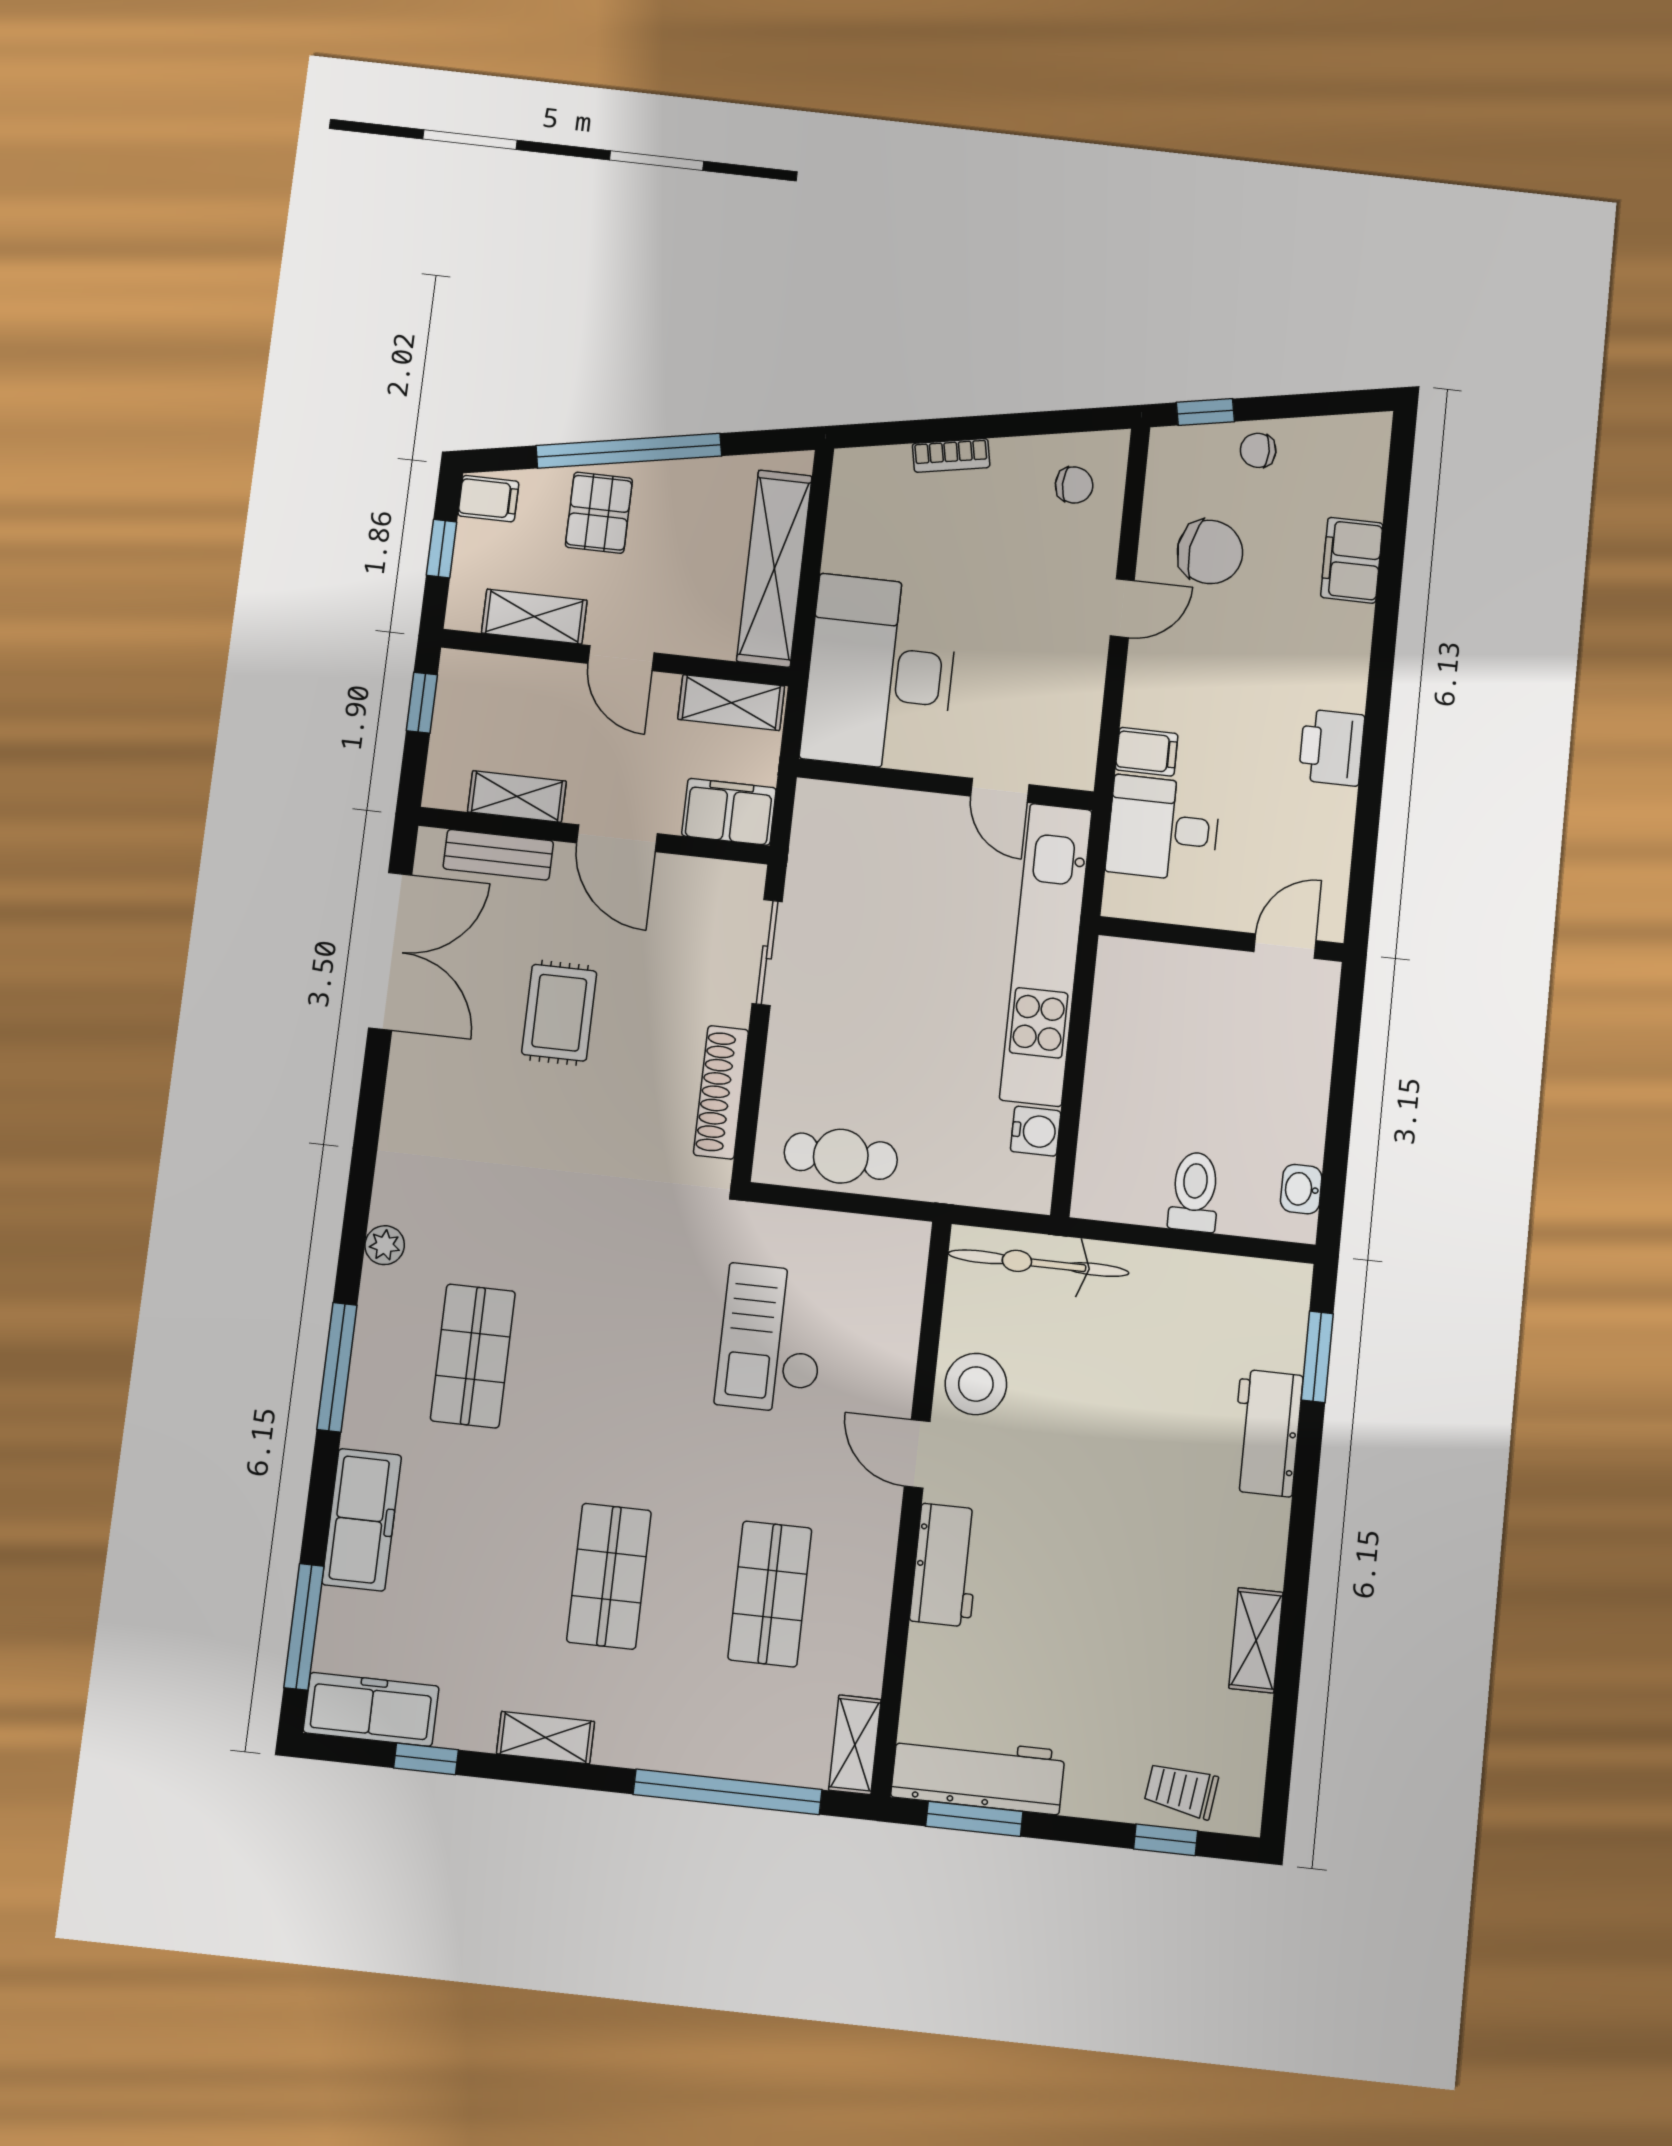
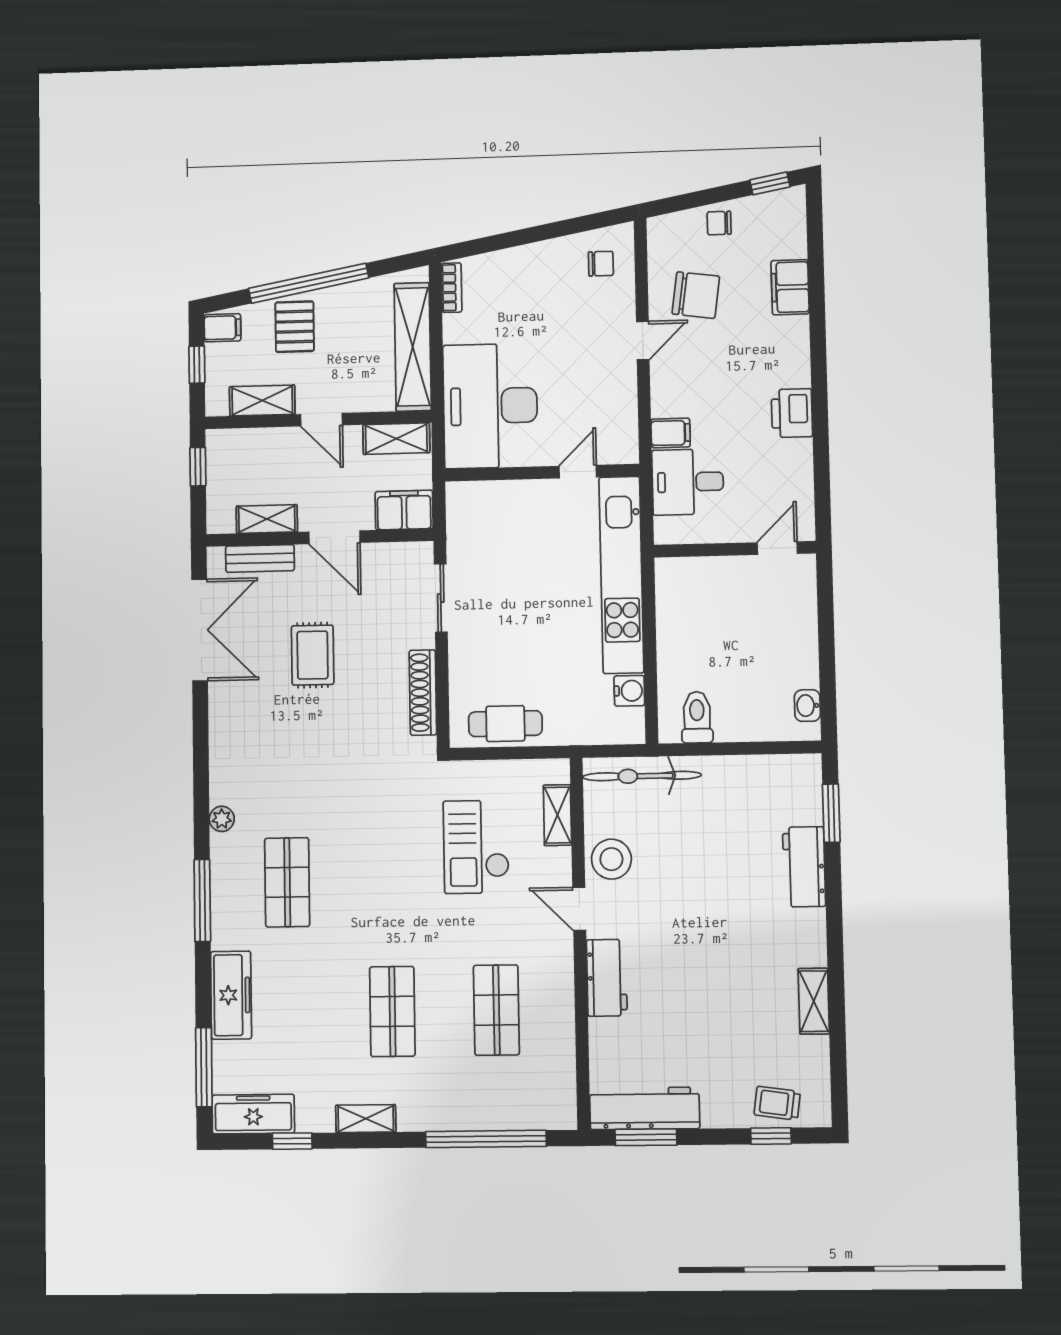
window: (1205, 412) -> (770, 183), moved
bookcase: (951, 455) -> (452, 288), moved, turned -79
door: (1000, 790) -> (578, 472), swing flipped
toilet: (1194, 1192) -> (697, 717), moved
shelving: (855, 1745) -> (557, 815), moved

